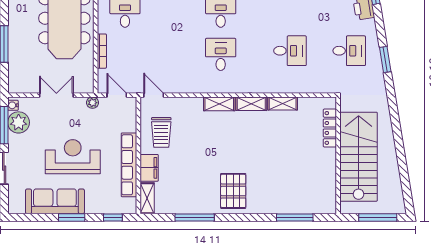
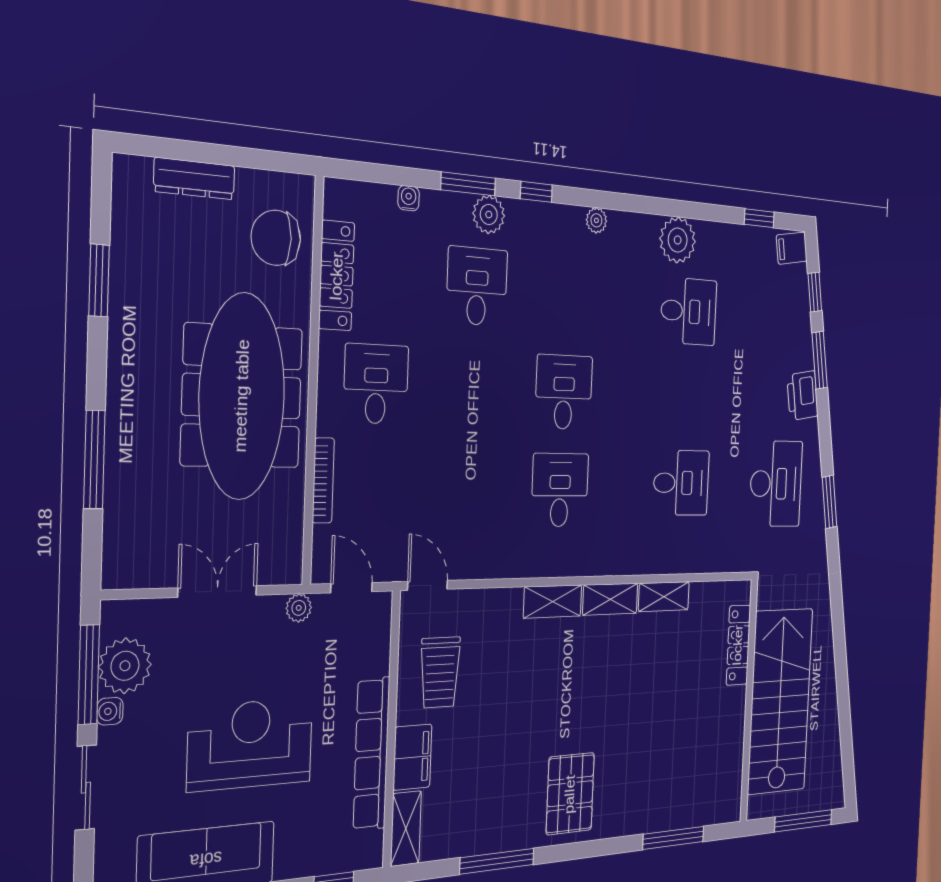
desk: (349, 51) -> (776, 484), width x1.37
water cooler: (13, 105) -> (110, 711), moved

